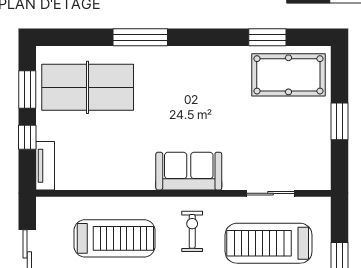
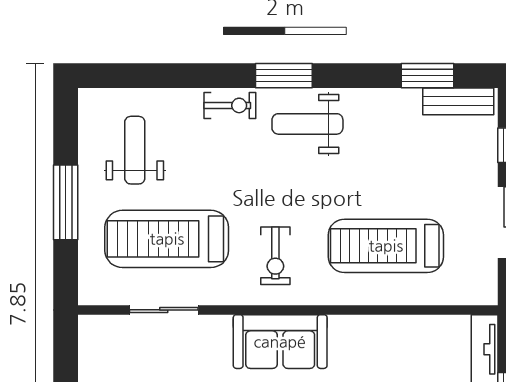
treadmill: (269, 243) -> (167, 239), turned 180

